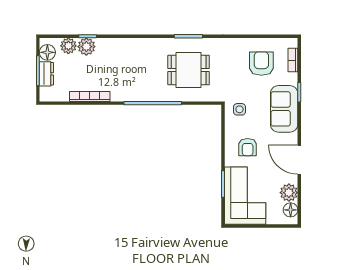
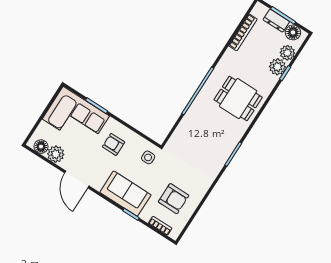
dining table: (189, 70) -> (238, 99), moved, turned 90
bookcase: (90, 96) -> (243, 32), moved
door: (299, 160) -> (77, 179), swing flipped

